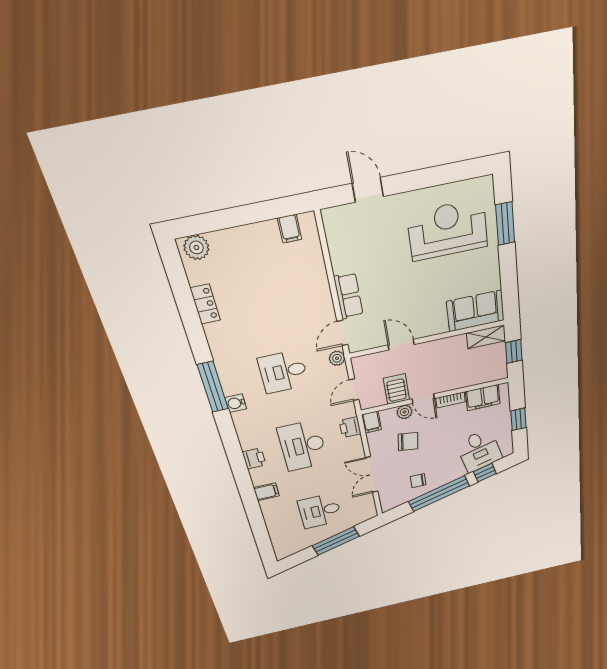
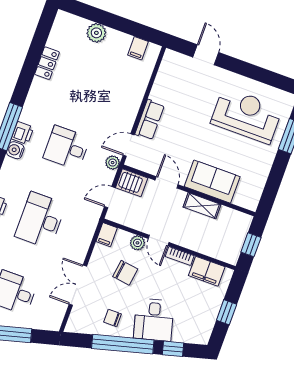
plant: (196, 247) -> (96, 33), moved
sofa: (476, 311) -> (212, 182), moved
shelving: (486, 337) -> (202, 206), moved
server rack: (396, 389) -> (132, 183), moved, turned 90
printer: (350, 427) -> (23, 133), moved, turned 180
desk: (479, 451) -> (154, 320), moved

